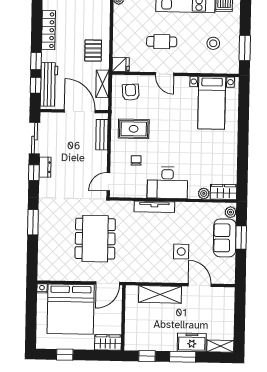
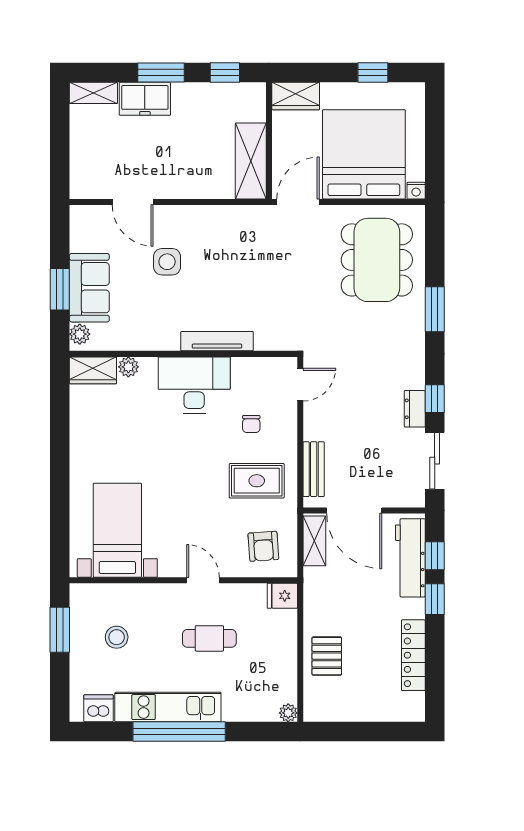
pallet: (93, 51) -> (327, 656), moved
shelving: (102, 84) -> (314, 541), moved
dining table: (95, 239) -> (377, 260), moved
shelving: (160, 294) -> (251, 161), moved, turned 90

